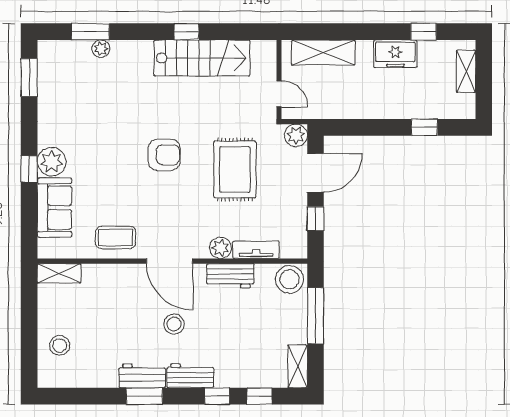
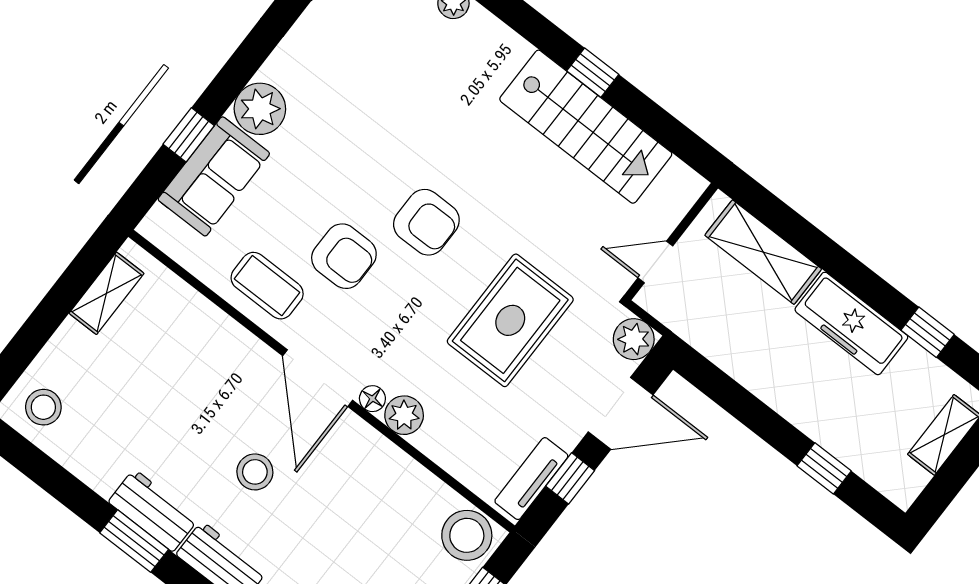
freezer: (395, 54) -> (851, 323), width x1.40
door: (279, 94) -> (655, 262), swing flipped
window: (29, 169) -> (189, 135), moved
armchair: (139, 198) -> (344, 256), added
tv unit: (256, 250) -> (531, 479), moved, turned -90
floor lamp: (201, 251) -> (372, 399), added
shelving: (59, 273) -> (106, 293), moved, turned 90
workbench: (230, 276) -> (387, 465), removed
stool: (60, 345) -> (43, 407), moved

